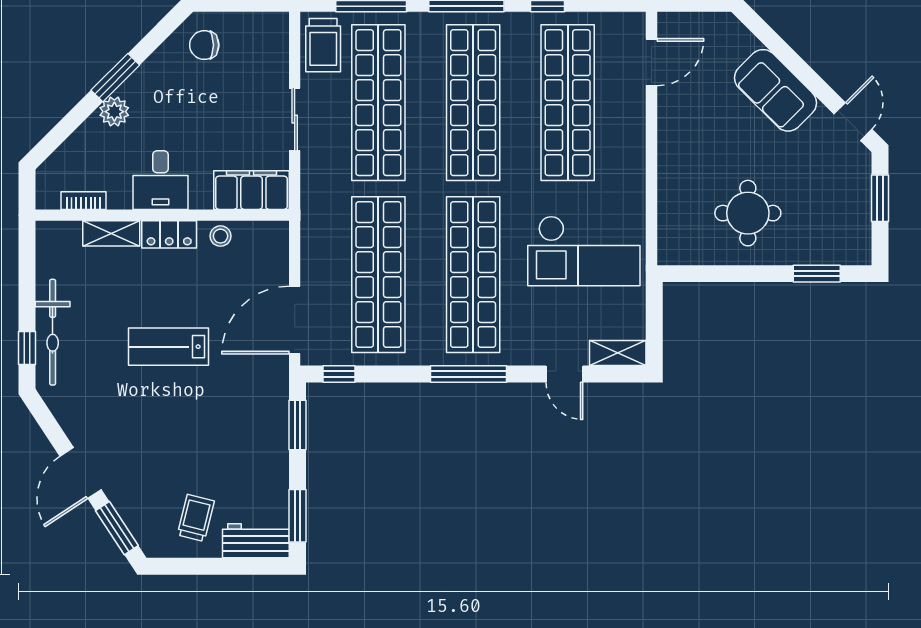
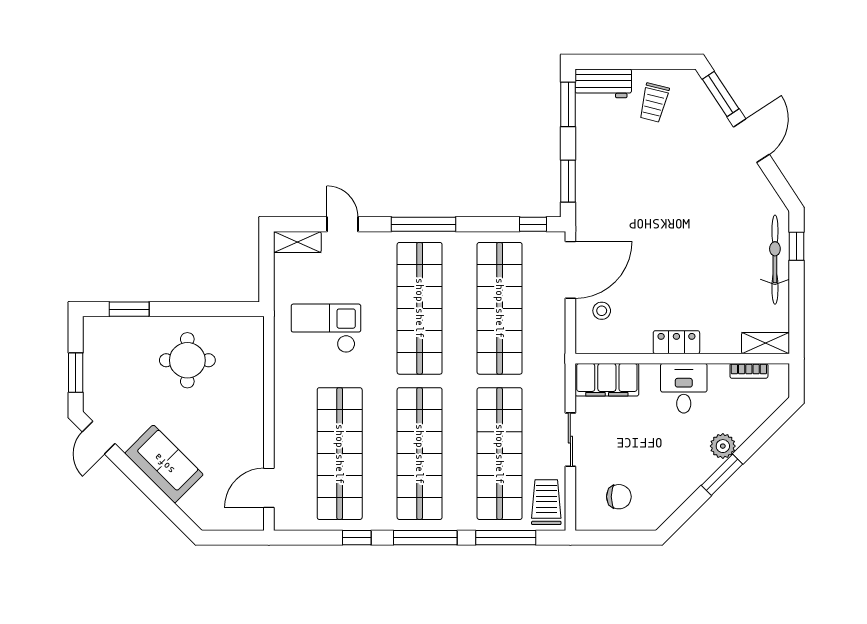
chair: (204, 45) -> (619, 497), moved
shelving: (111, 233) -> (766, 343), moved
stool: (221, 236) -> (602, 311), moved
checkout: (584, 251) -> (326, 328), width x0.73, depth x0.83
lab bench: (169, 347) -> (677, 247), removed

